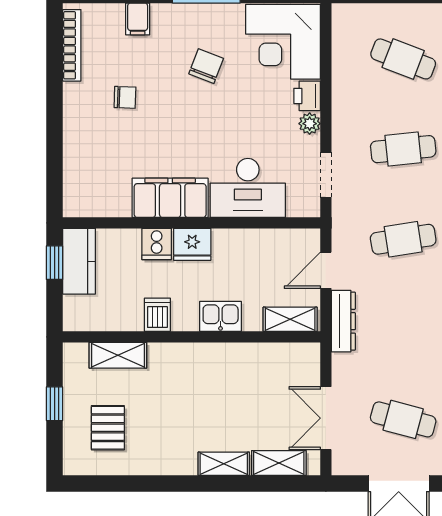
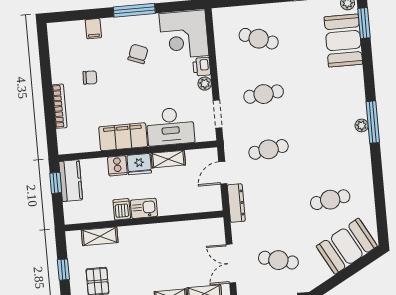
bookcase: (72, 45) -> (60, 106), moved
kitchen sink: (221, 316) -> (144, 208), moved
shelving: (290, 319) -> (168, 159), moved

